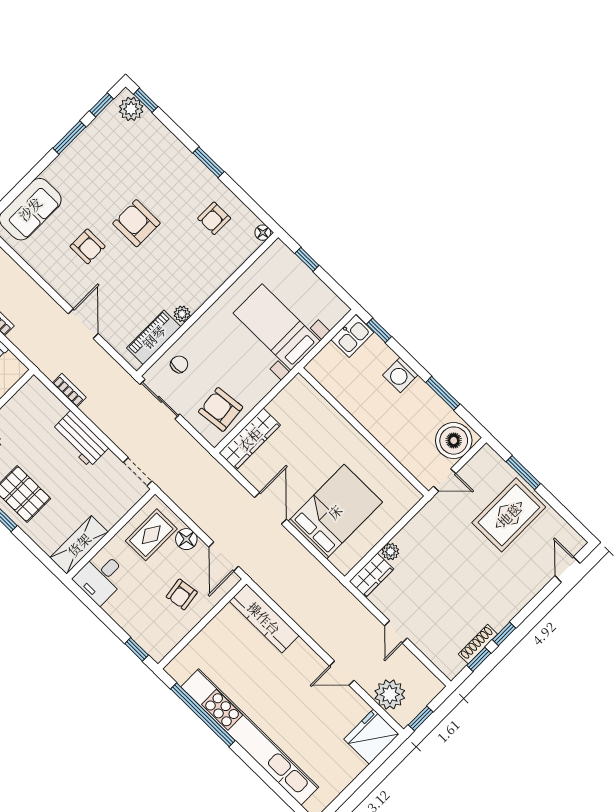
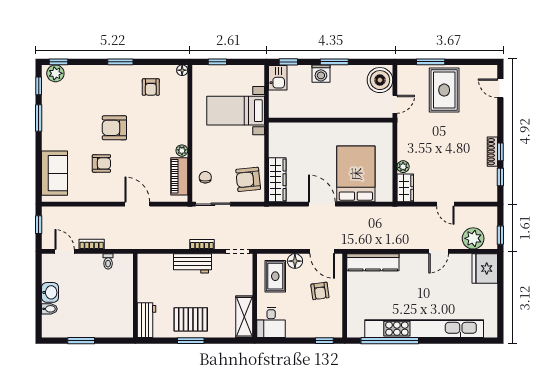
bookcase: (69, 390) -> (202, 244), moved
window: (443, 393) -> (334, 62), moved
shoe rack: (478, 644) -> (492, 152), moved

